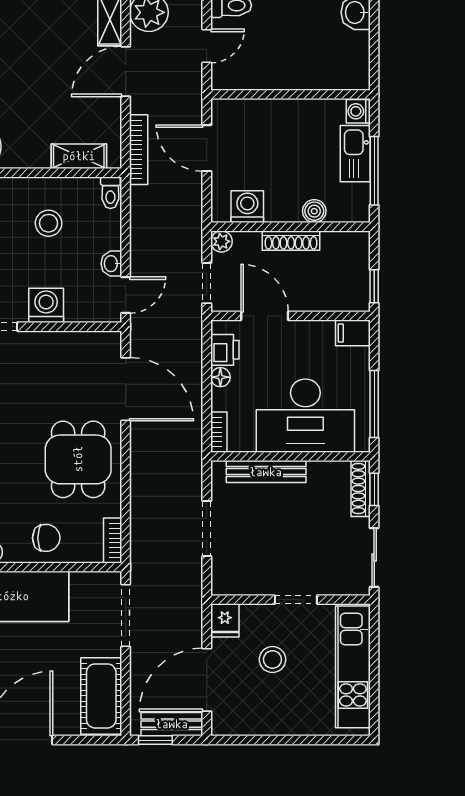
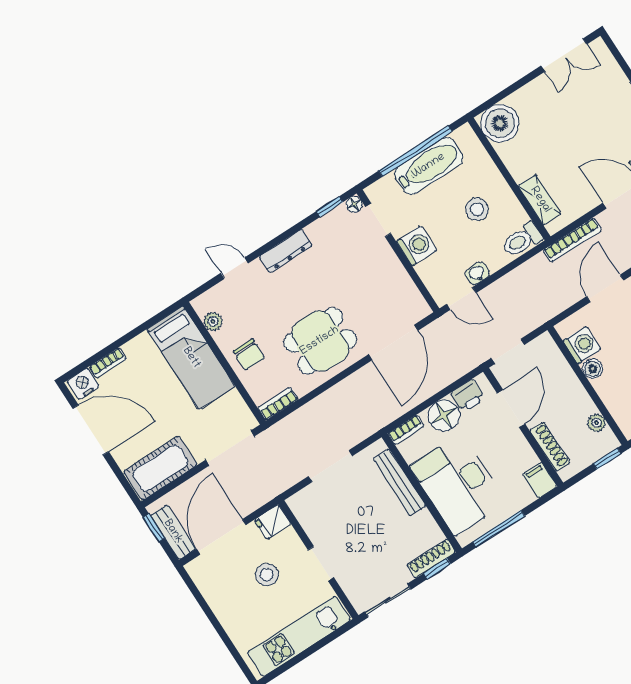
toilet: (110, 193) -> (522, 240), width x1.37, depth x1.39
boiler: (314, 211) -> (593, 369), moved
plant: (221, 241) -> (596, 423), moved
shoe rack: (291, 241) -> (550, 447), moved, turned 180
window: (374, 286) -> (607, 459), moved
floor lamp: (220, 377) -> (444, 415), width x1.89, depth x1.89
door: (207, 680) -> (221, 537), hinge flipped

